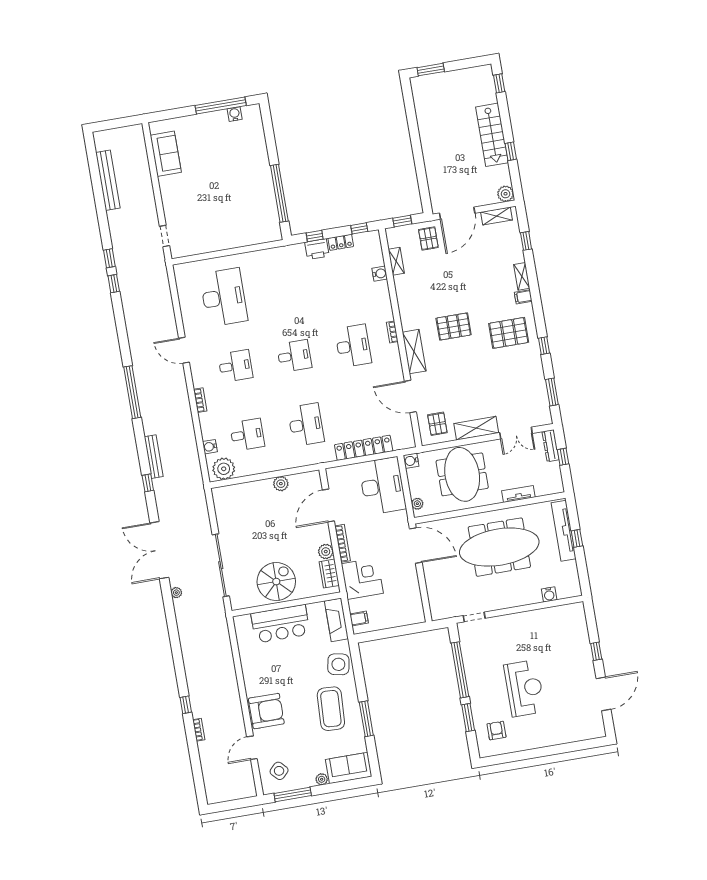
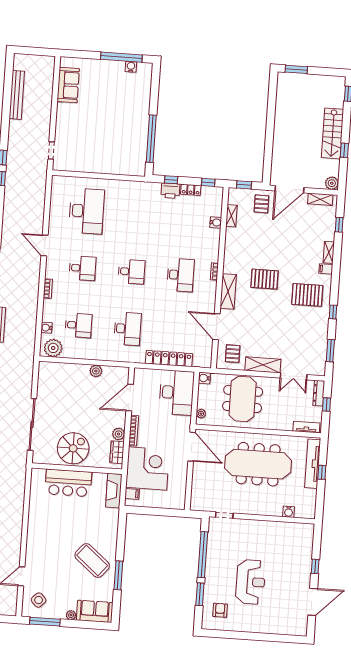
tv unit: (518, 494) -> (306, 427), moved
corner desk: (362, 579) -> (148, 468), width x1.36, depth x1.36
side table: (338, 664) -> (107, 527), removed
coffee table: (331, 709) -> (92, 560), turned -53
armchair: (266, 711) -> (40, 550), removed

